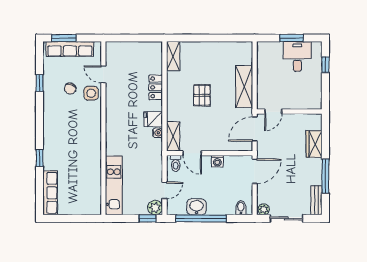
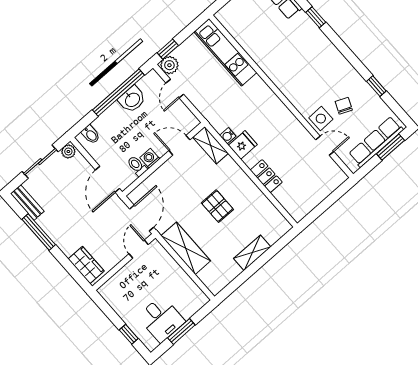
shelving: (173, 56) -> (252, 253), moved, turned 90
wardrobe: (314, 144) -> (86, 265), moved
toilet: (176, 163) -> (137, 166), moved

